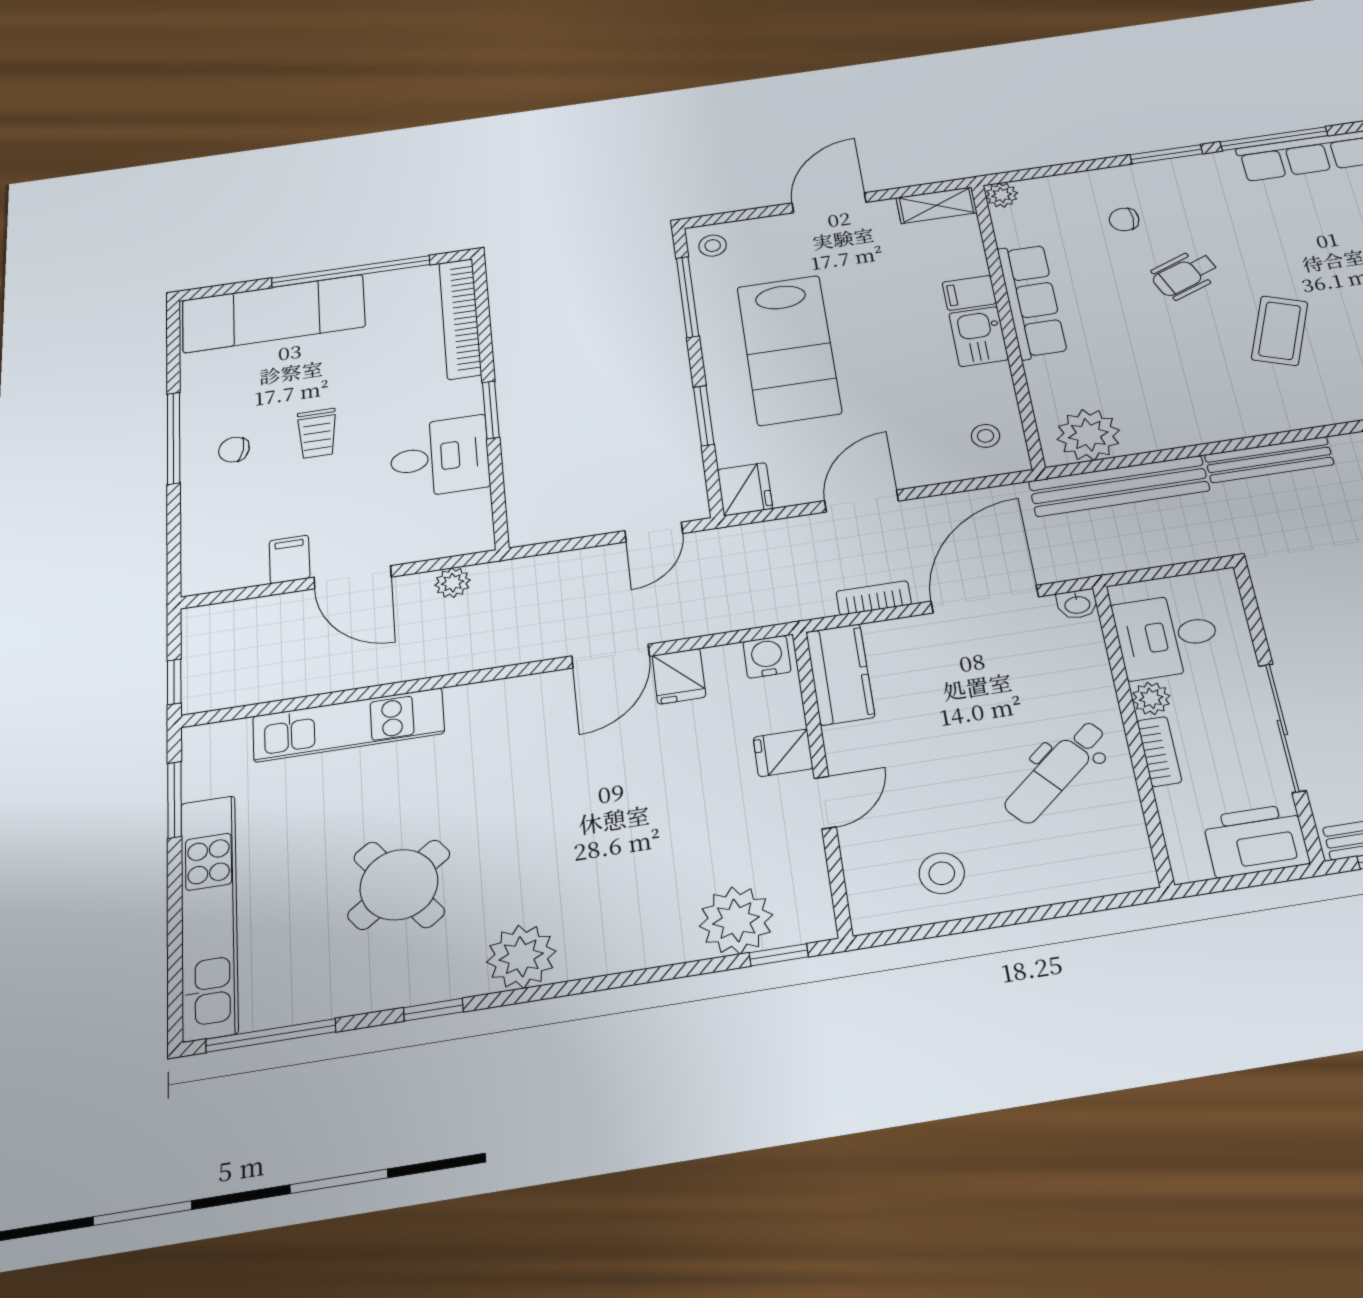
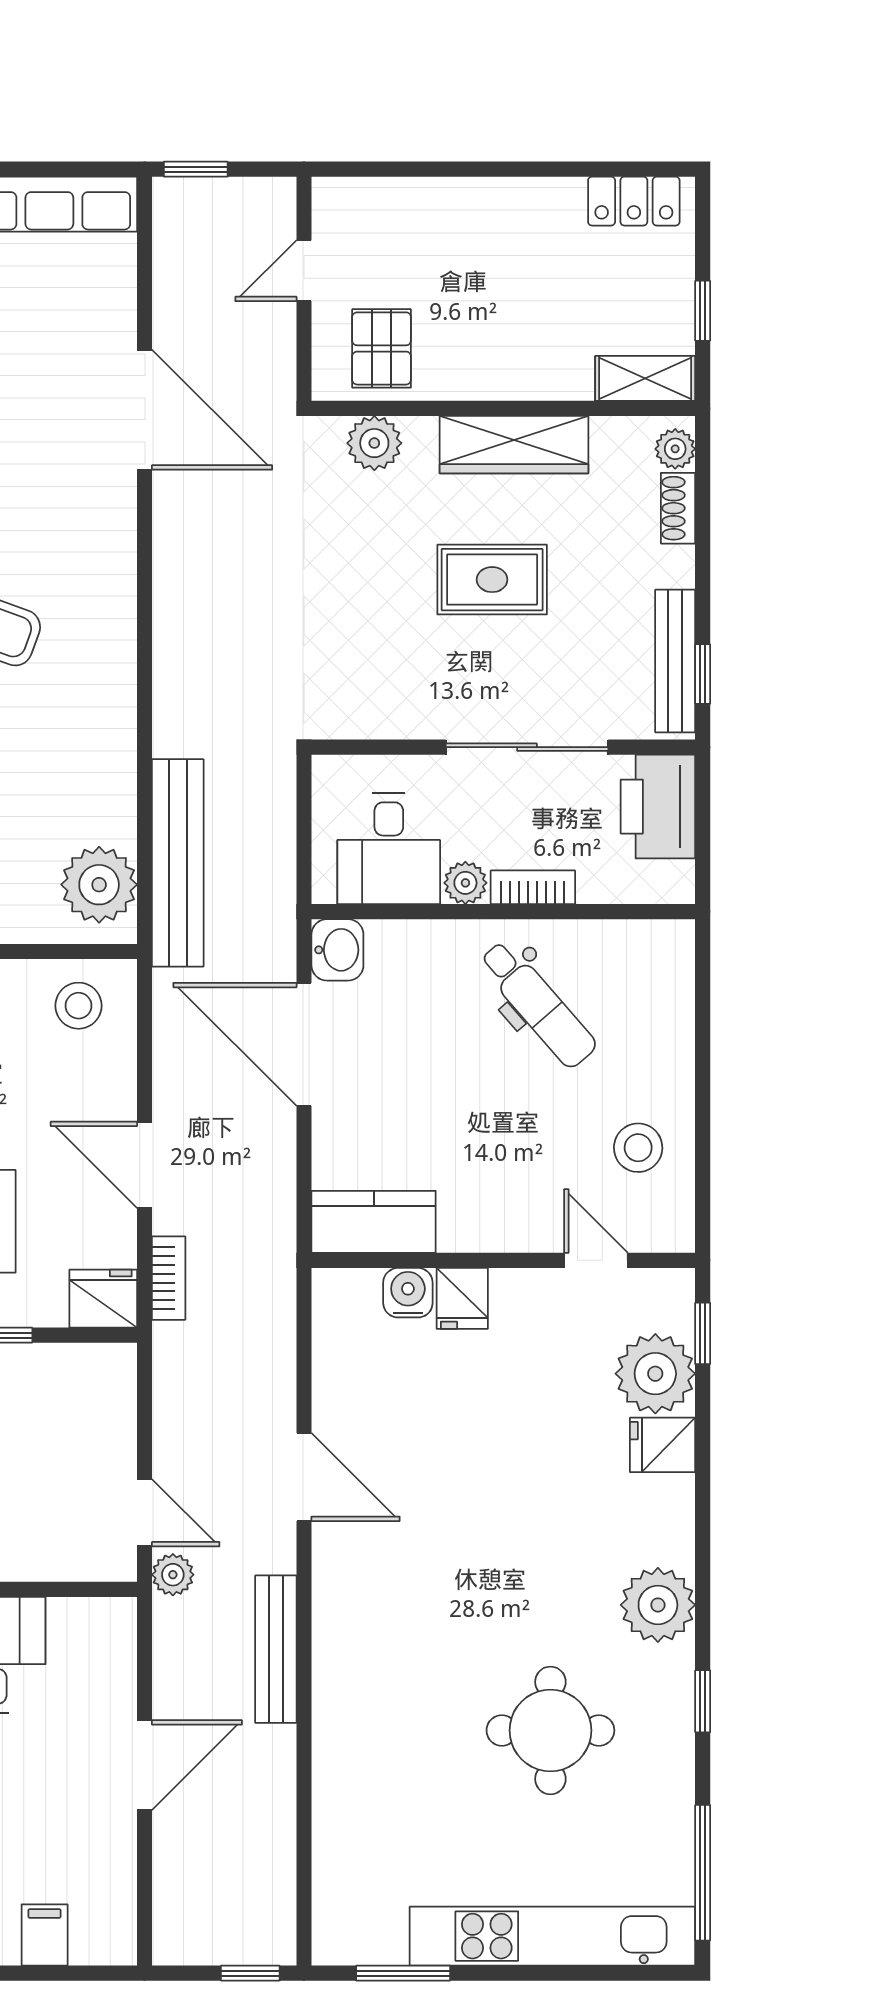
stool: (985, 436) -> (79, 1006), width x1.37, depth x1.37
bench: (1269, 460) -> (276, 1649), moved
door: (654, 532) -> (145, 1513), moved
filing cabinet: (290, 559) -> (45, 1935), moved, turned 90
plant: (453, 583) -> (173, 1575), moved
bookcase: (874, 598) -> (169, 1278), moved, turned 180
washbasin: (1077, 604) -> (337, 950), width x1.38, depth x1.45
water cooler: (767, 657) -> (408, 1293), moved, turned 90
fridge: (679, 676) -> (663, 1445), moved, turned 180
kitchen unit: (348, 725) -> (342, 1777), removed
door: (825, 802) -> (596, 1260), moved
round table: (399, 885) -> (550, 1730), turned 37

